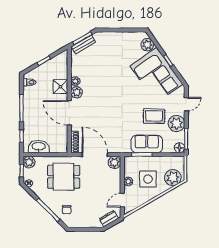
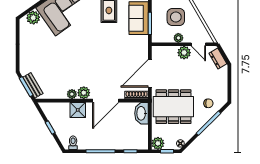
washbasin: (39, 147) -> (141, 113), moved
plant: (114, 162) -> (184, 53), moved
dining table: (64, 177) -> (173, 107), width x1.37

